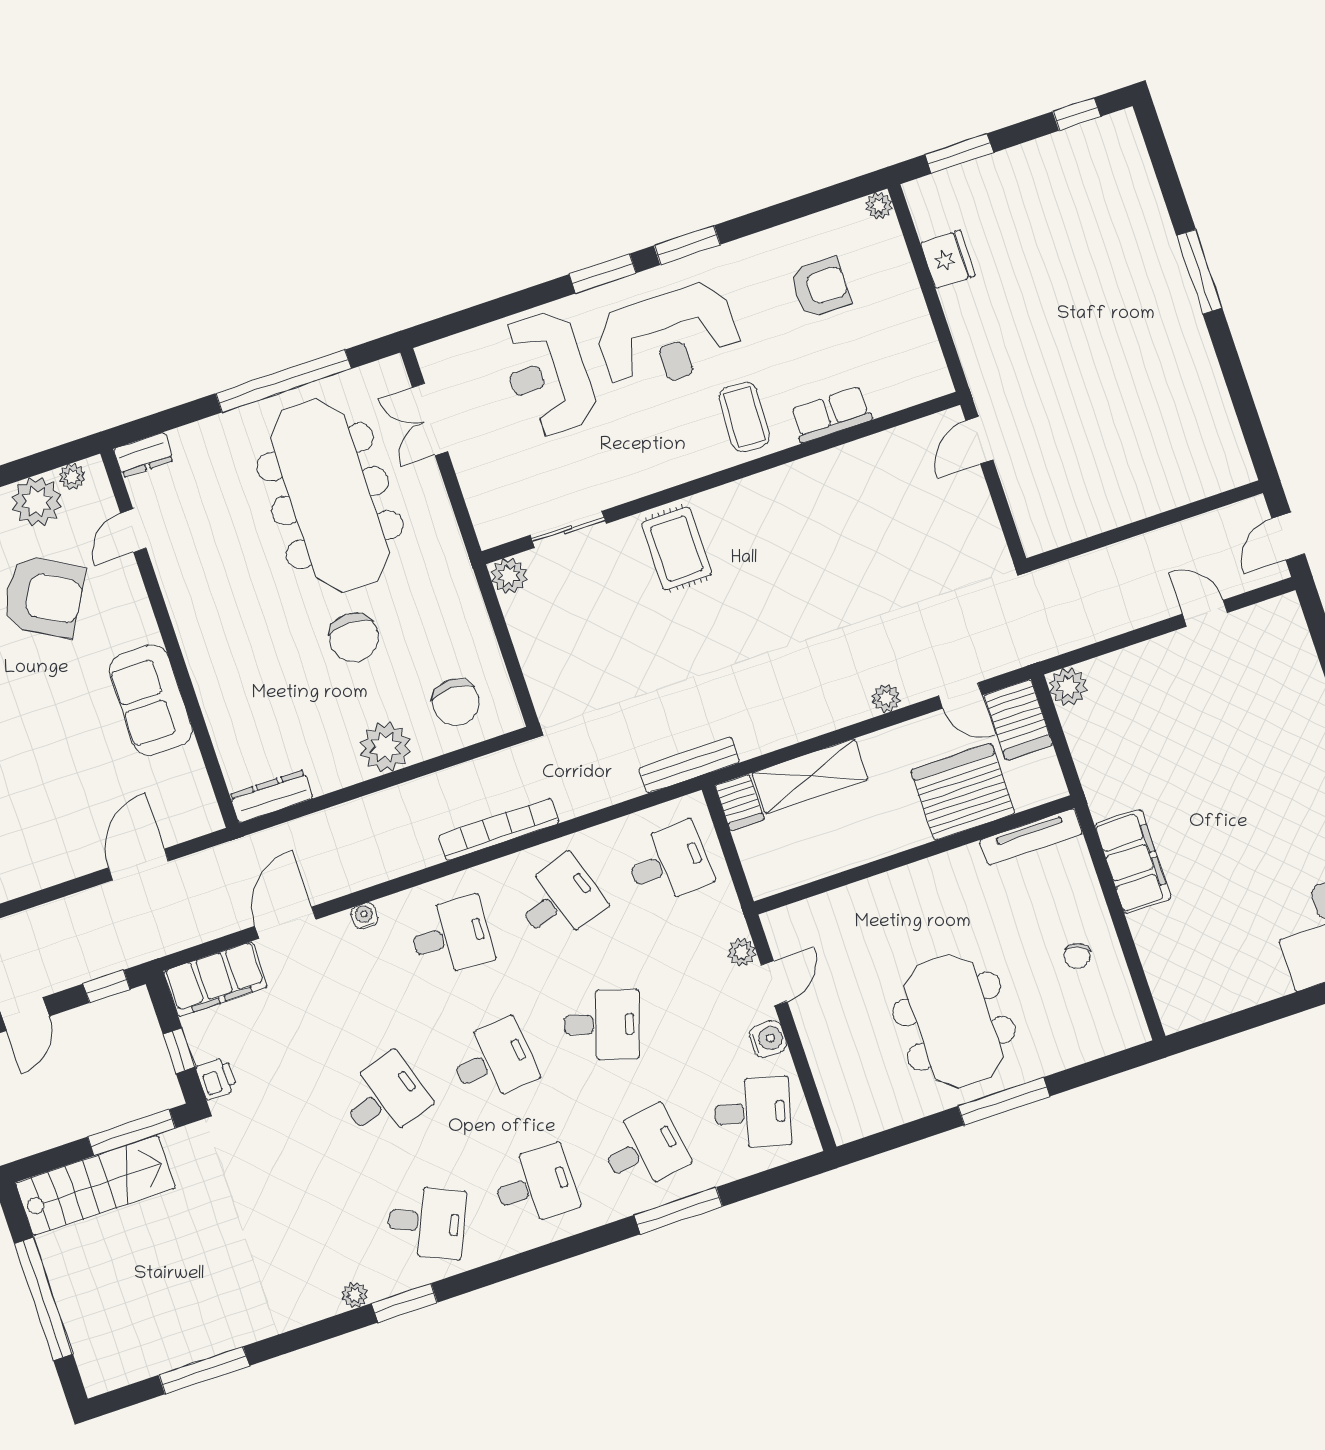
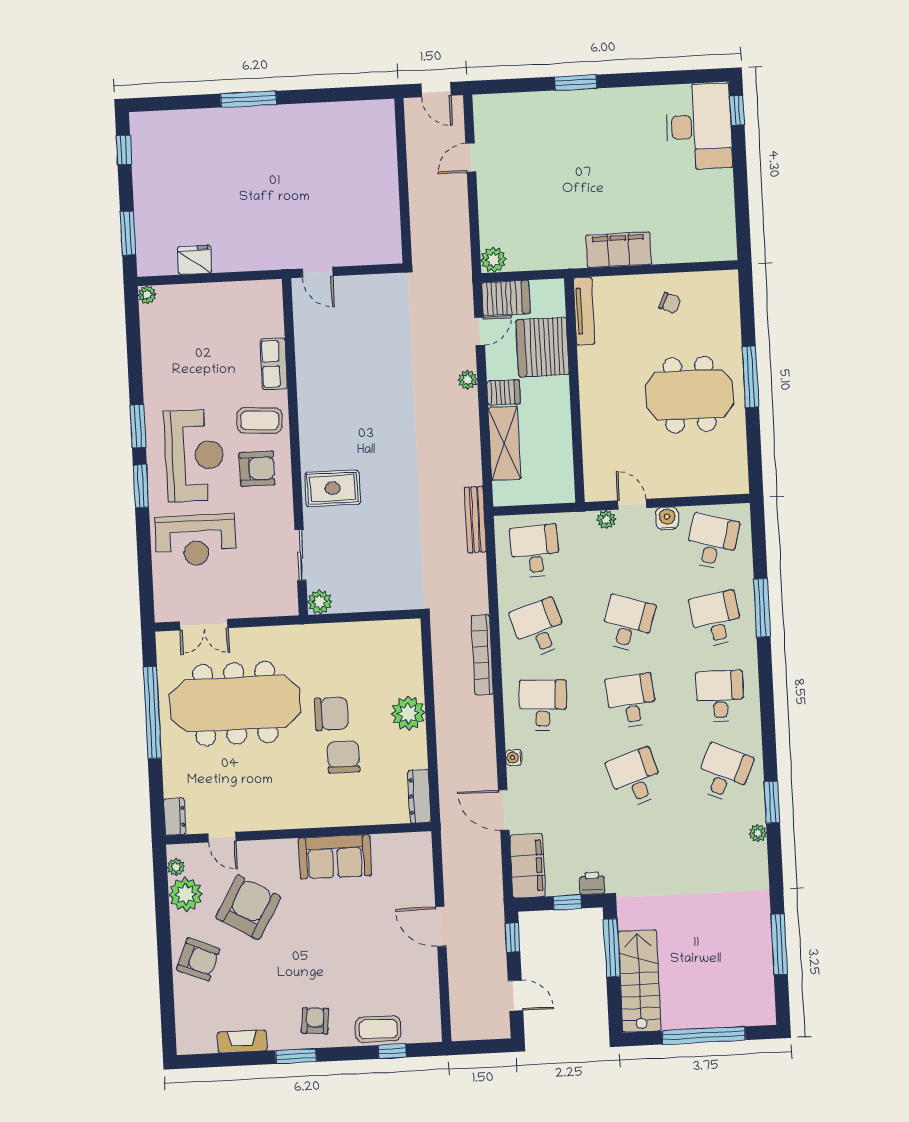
armchair: (820, 287) -> (257, 469), moved, turned 90
chair: (456, 702) -> (343, 757), moved, turned -90
server rack: (740, 802) -> (503, 393), moved
door: (138, 864) -> (441, 927), moved

